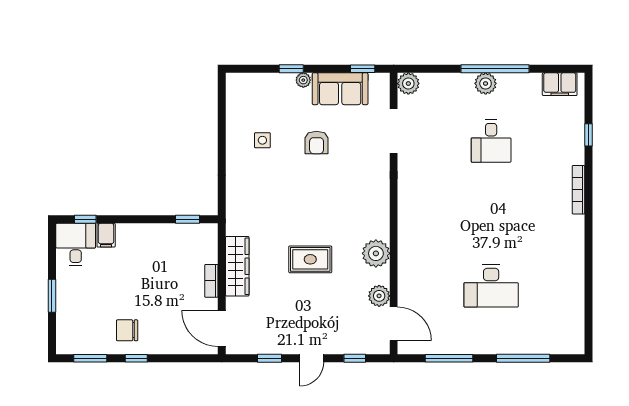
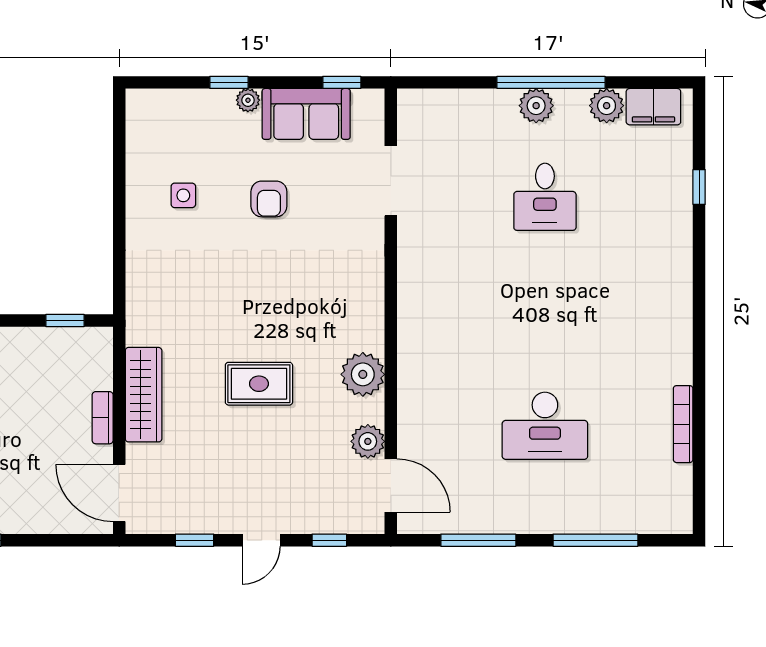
plant: (408, 84) -> (607, 106), moved
bookcase: (578, 190) -> (683, 424), moved

